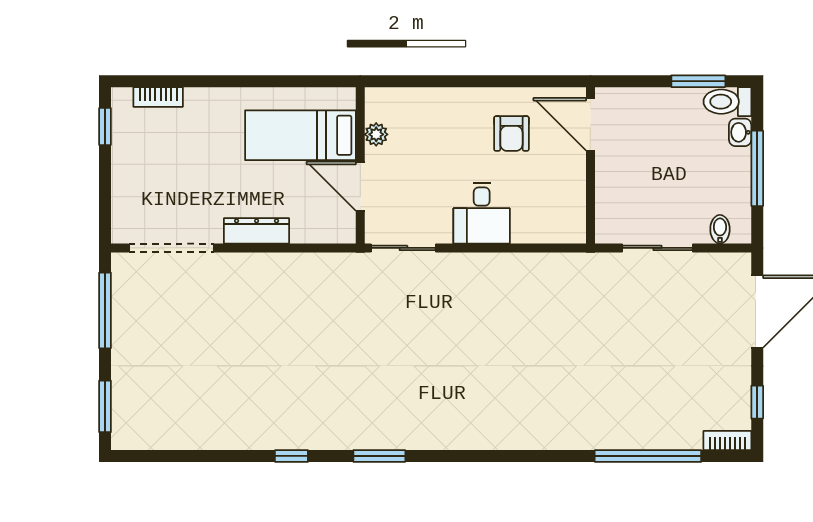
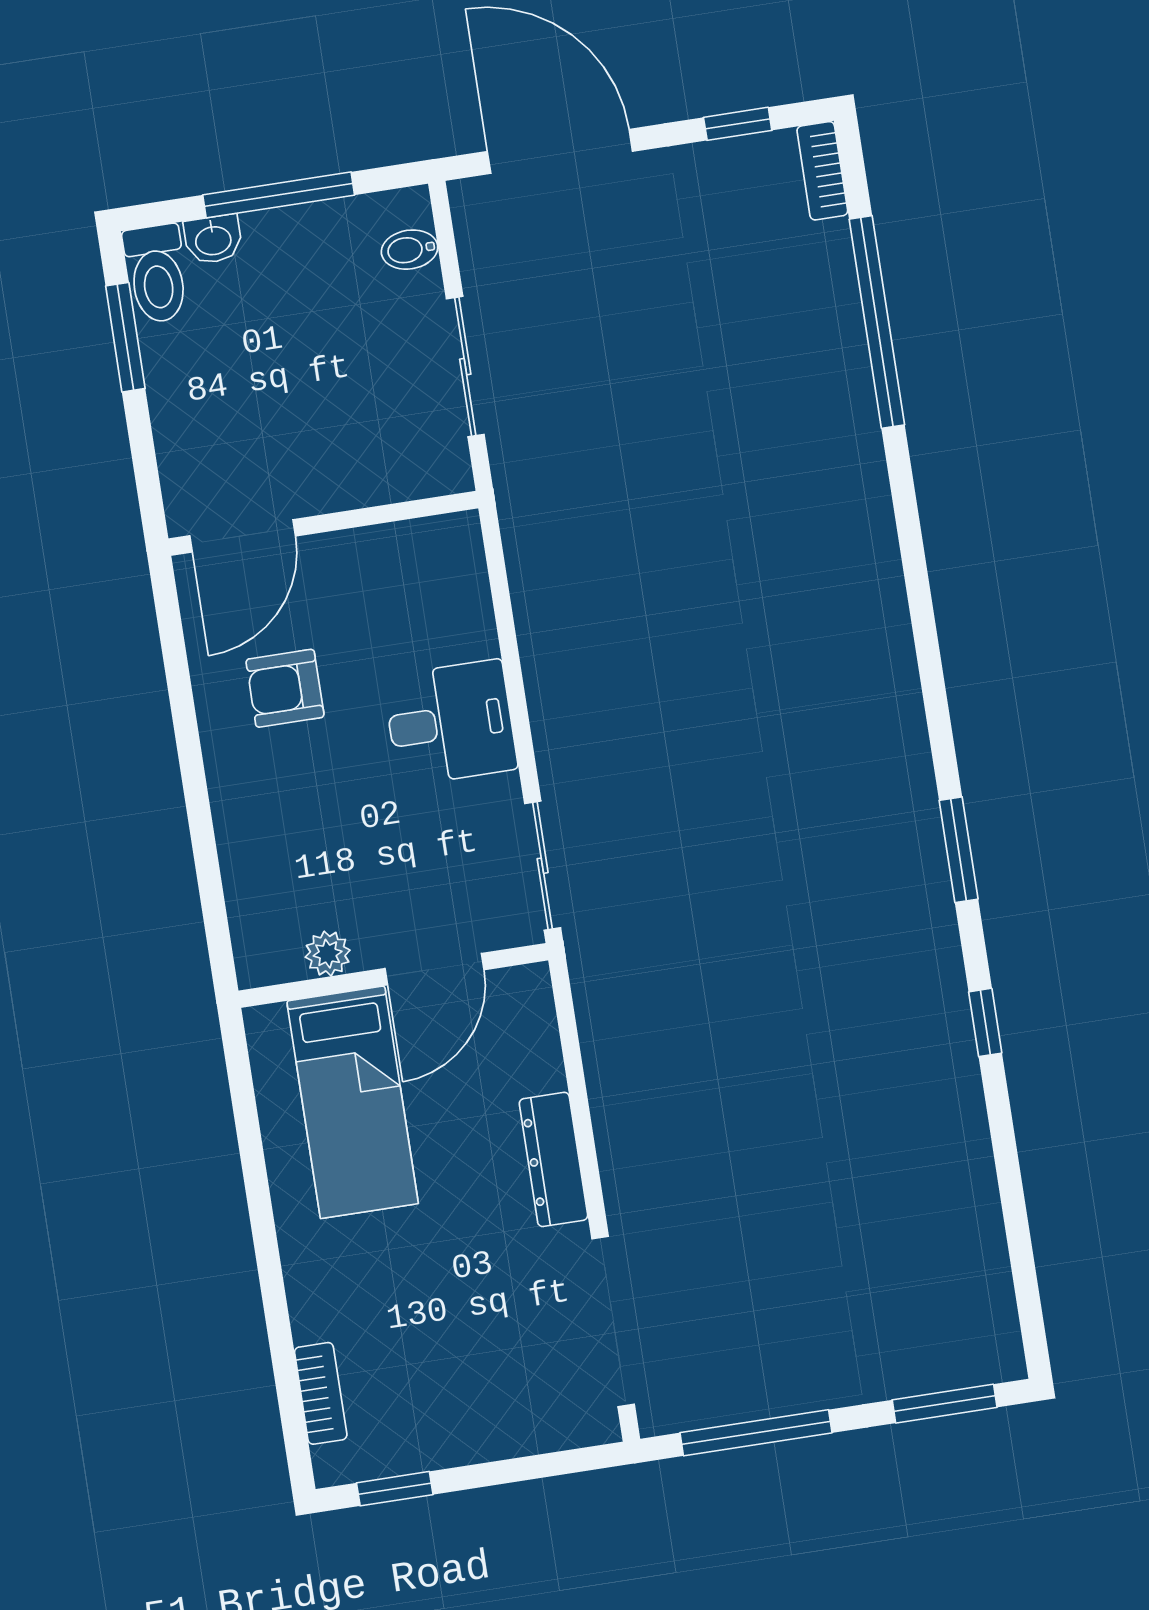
armchair: (511, 134) -> (285, 688), turned 180

